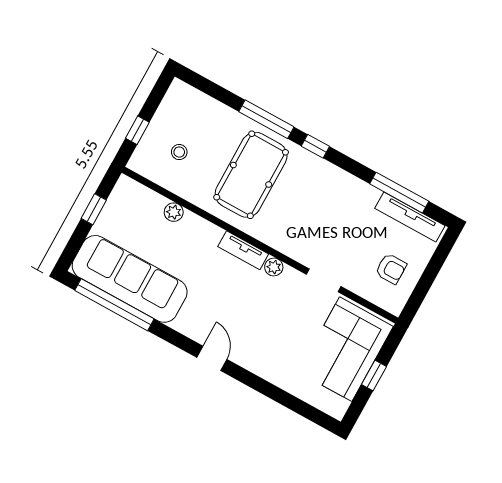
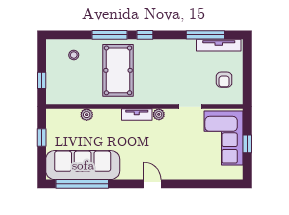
stool: (179, 152) -> (74, 55), moved
armchair: (391, 269) -> (224, 80), turned 90

